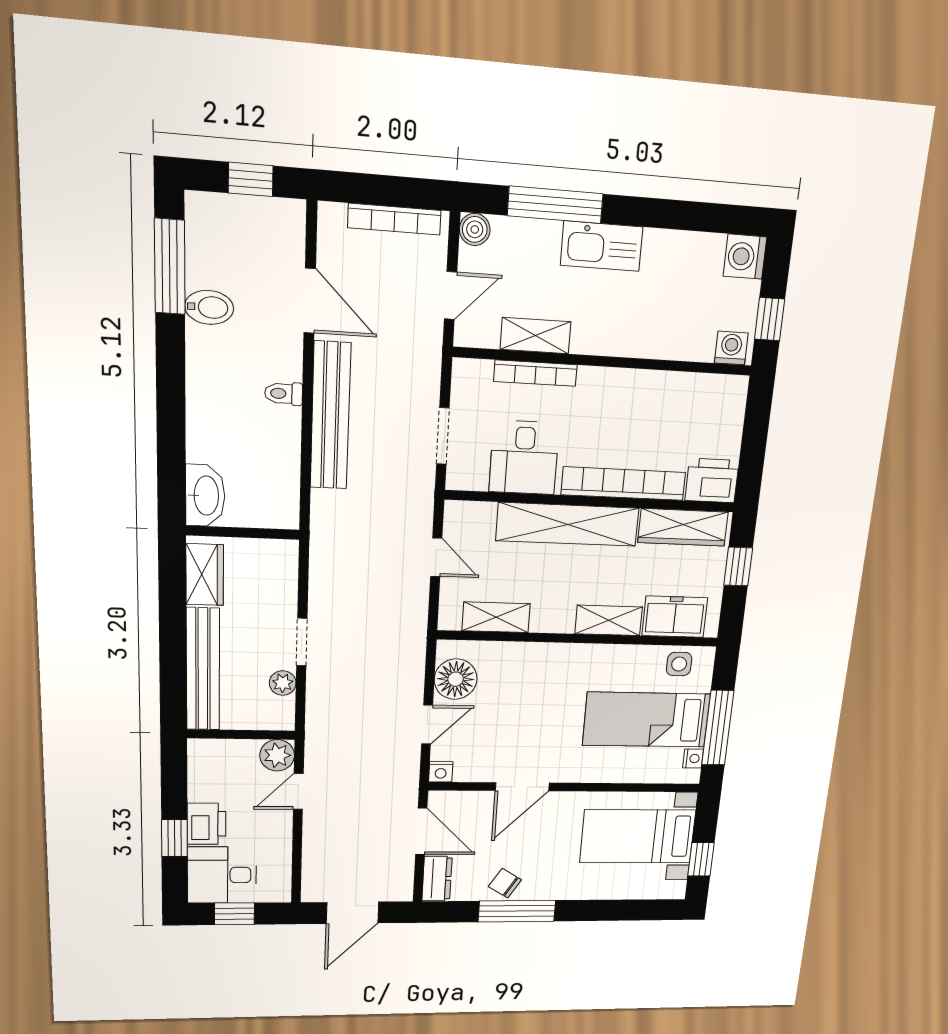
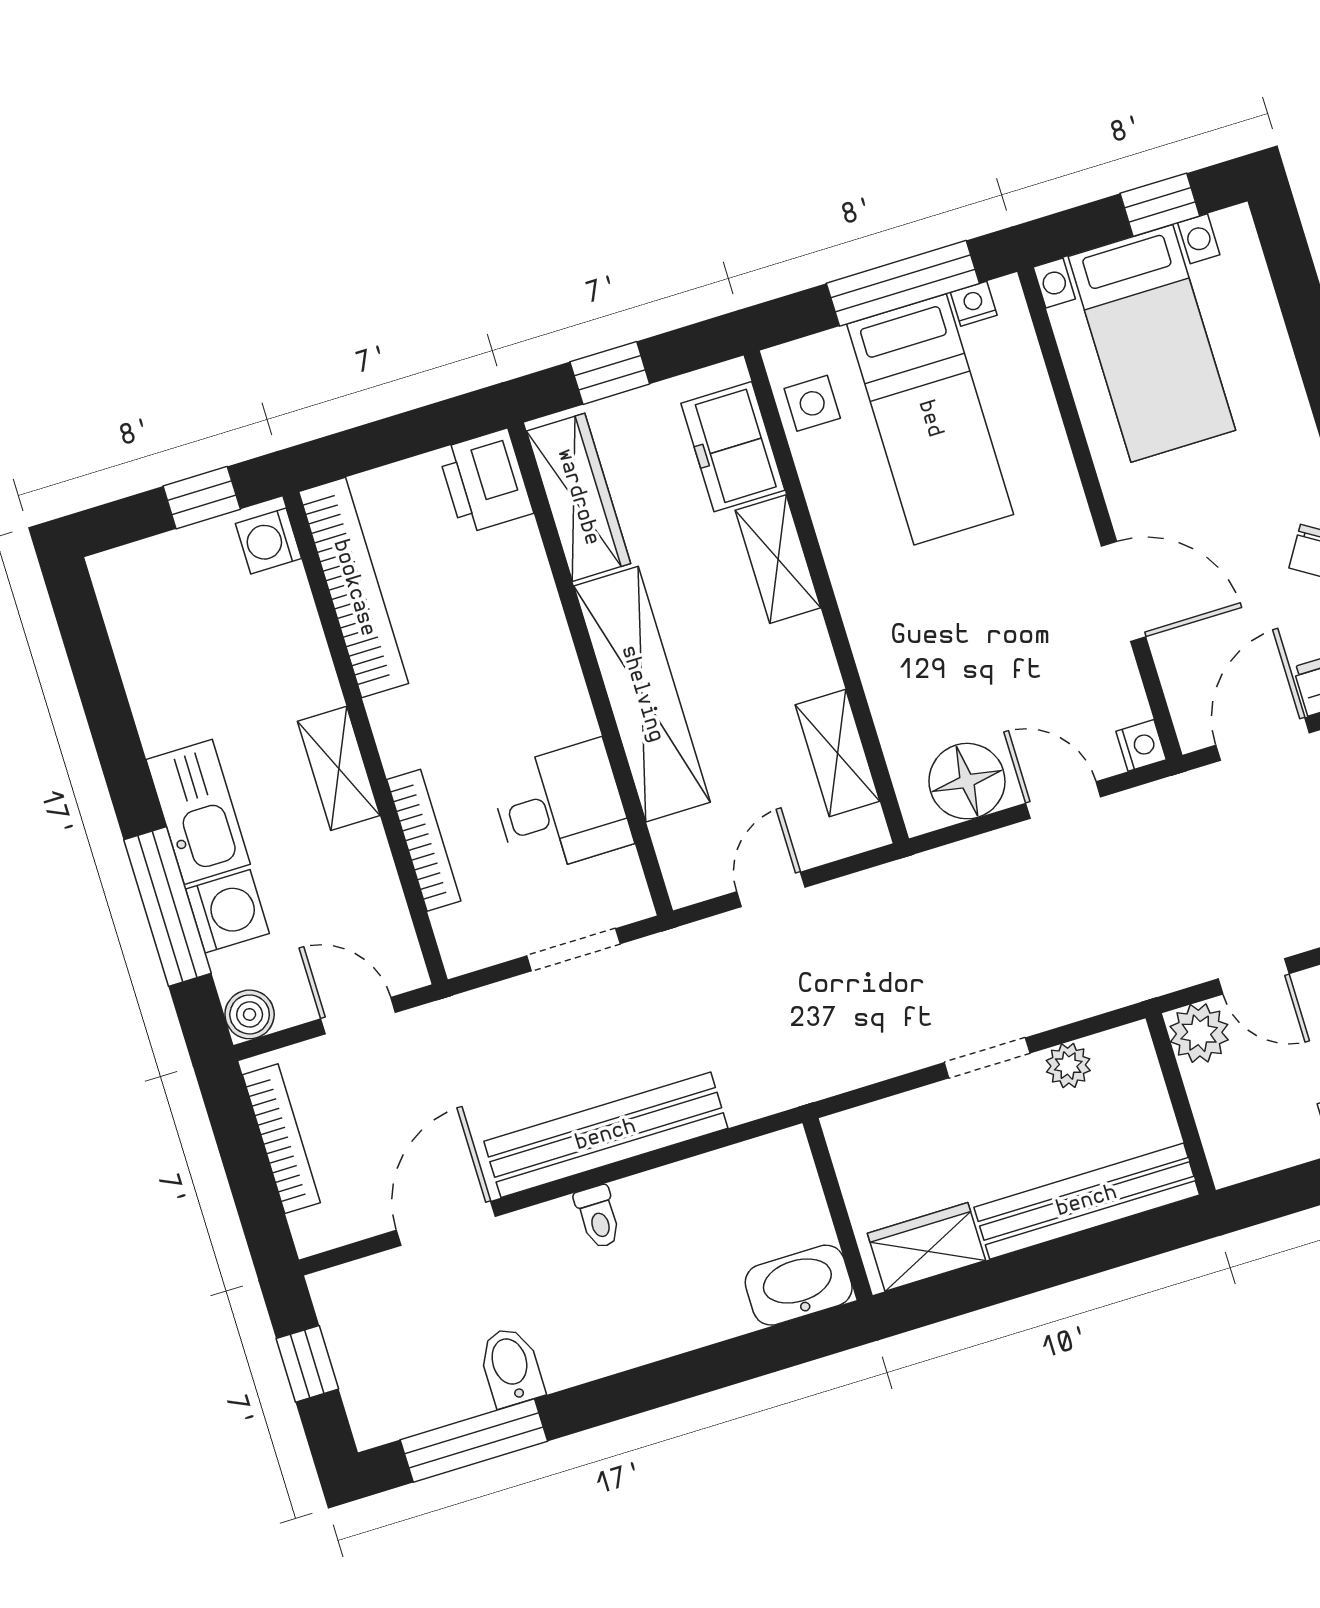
washing machine: (745, 257) -> (227, 911), moved, turned -90
shelving: (536, 336) -> (339, 768), moved
bookcase: (624, 484) -> (354, 588), moved, turned 180

